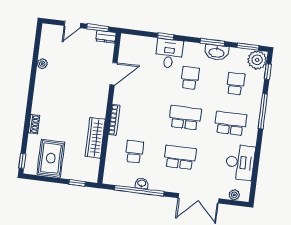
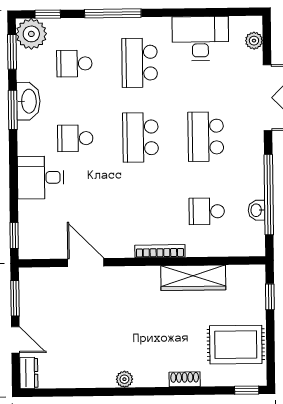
window: (166, 36) -> (14, 236), moved
dresser: (106, 37) -> (29, 373), moved
plant: (42, 64) -> (124, 379), moved
washbasin: (142, 183) -> (257, 210), moved

